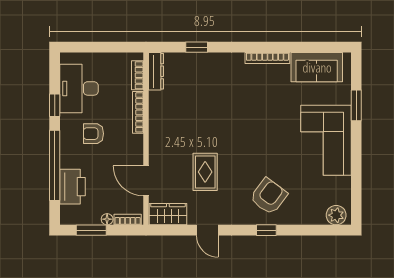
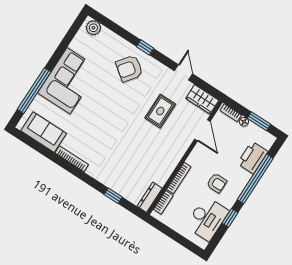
window: (356, 105) -> (34, 91), width x2.11

